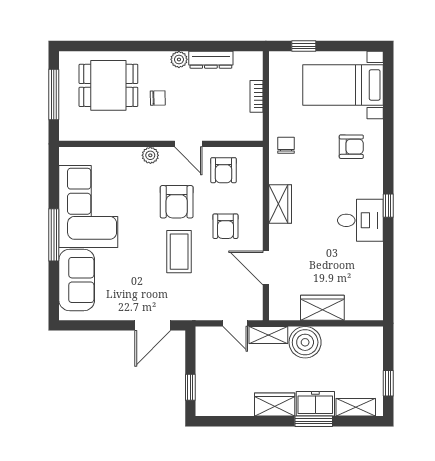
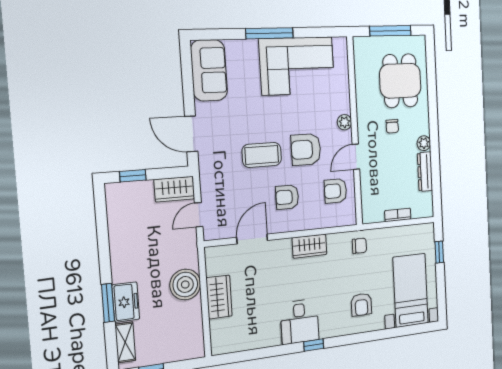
sofa: (77, 280) -> (209, 70), moved, turned -90
shelving: (268, 335) -> (190, 248), removed
wardrobe: (275, 404) -> (174, 189), moved, turned 90

